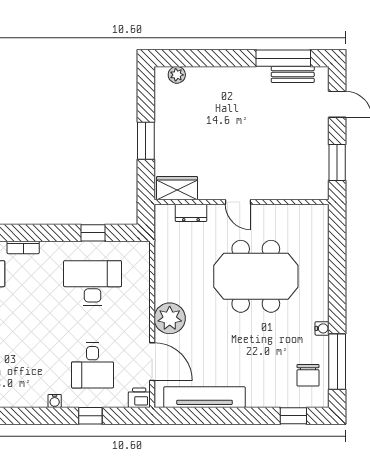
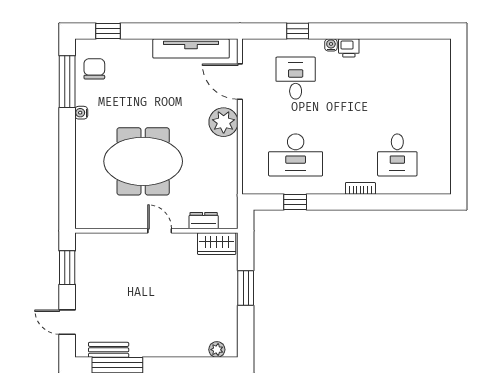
printer: (139, 398) -> (349, 48), moved

